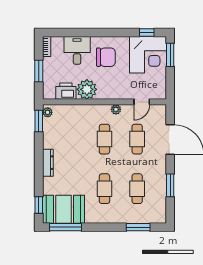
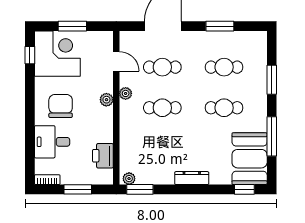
window: (170, 55) -> (72, 26), moved
plant: (87, 89) -> (106, 100), moved, width x0.53, depth x0.53
window: (66, 227) -> (272, 136), moved
window: (138, 227) -> (272, 80), moved

